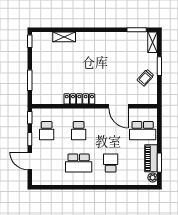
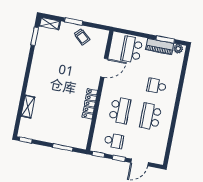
school desk: (79, 131) -> (120, 110), width x1.85
school desk: (143, 131) -> (132, 49), turned 180
school desk: (79, 163) -> (151, 116), turned 180

